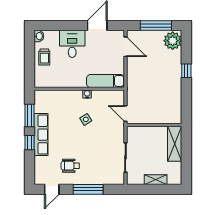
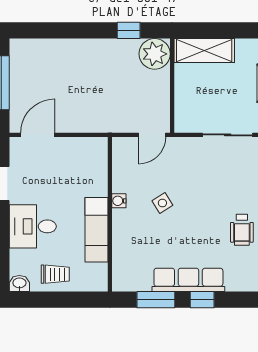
plant: (173, 41) -> (155, 54), moved
window: (186, 71) -> (129, 30), moved
exam couch: (105, 81) -> (96, 230), moved

